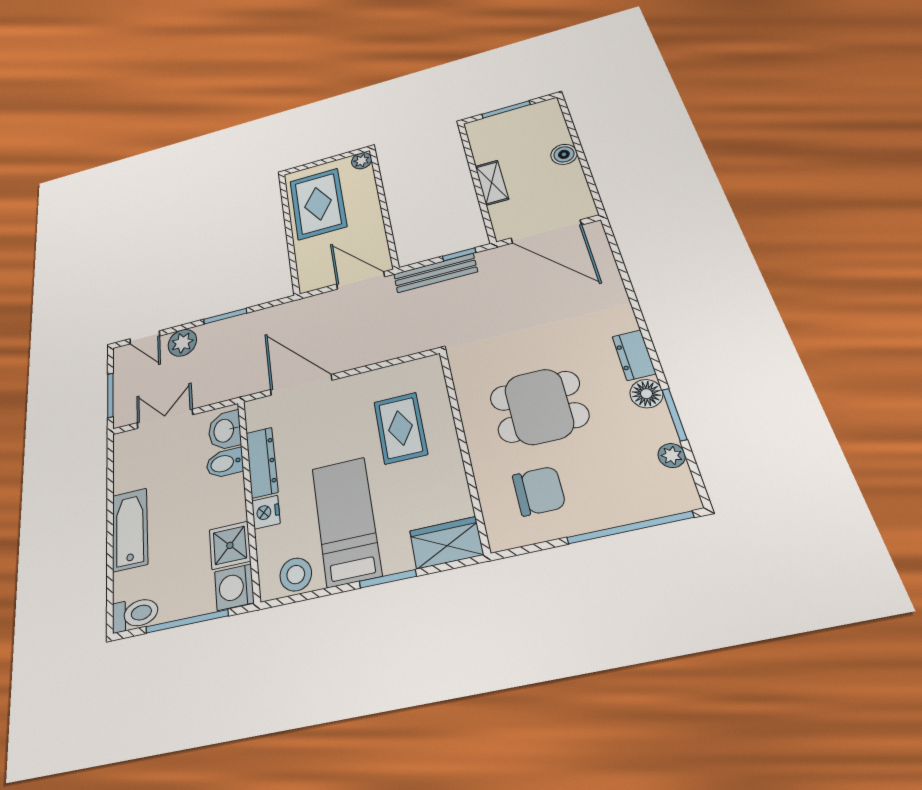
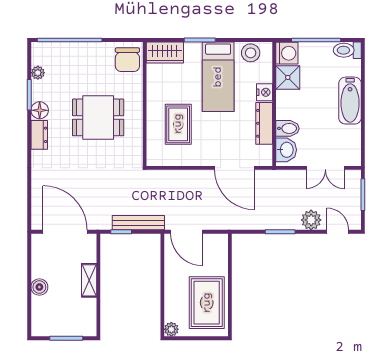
chair: (539, 491) -> (127, 60), moved, turned -90

